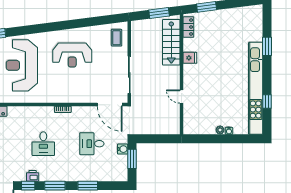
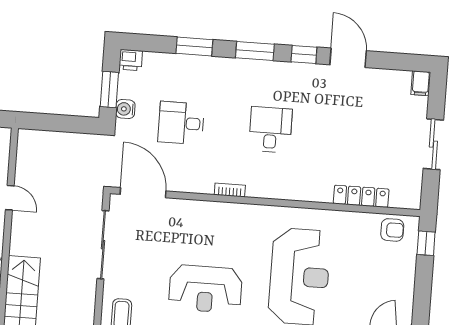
reception desk: (72, 55) -> (205, 289), turned 180
desk: (92, 144) -> (181, 123), turned 180
printer: (33, 176) -> (131, 60), moved

